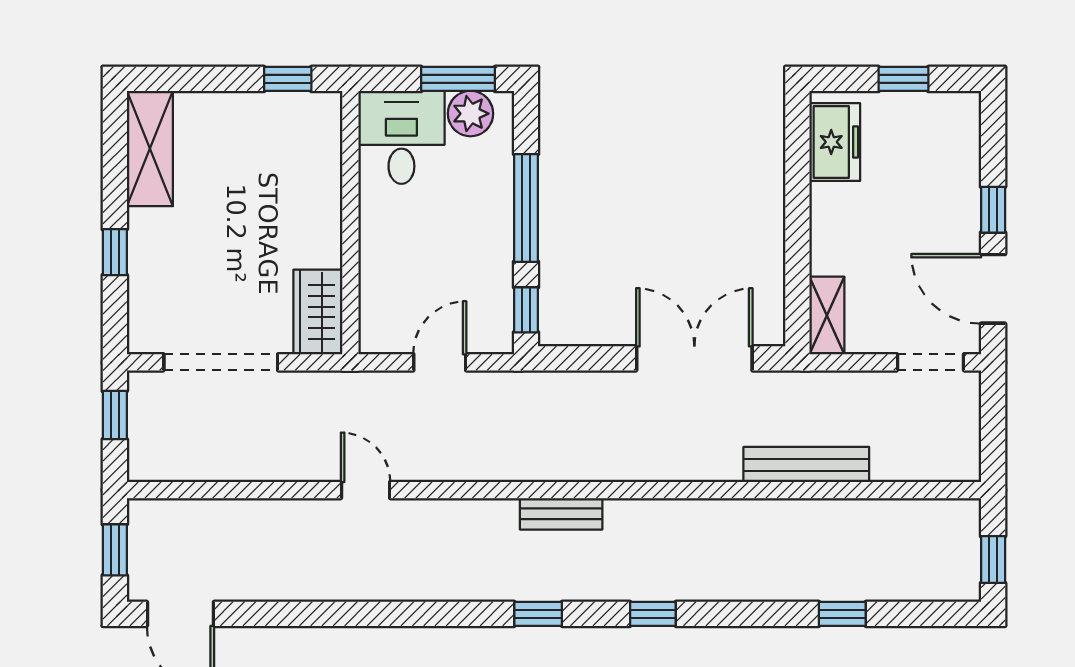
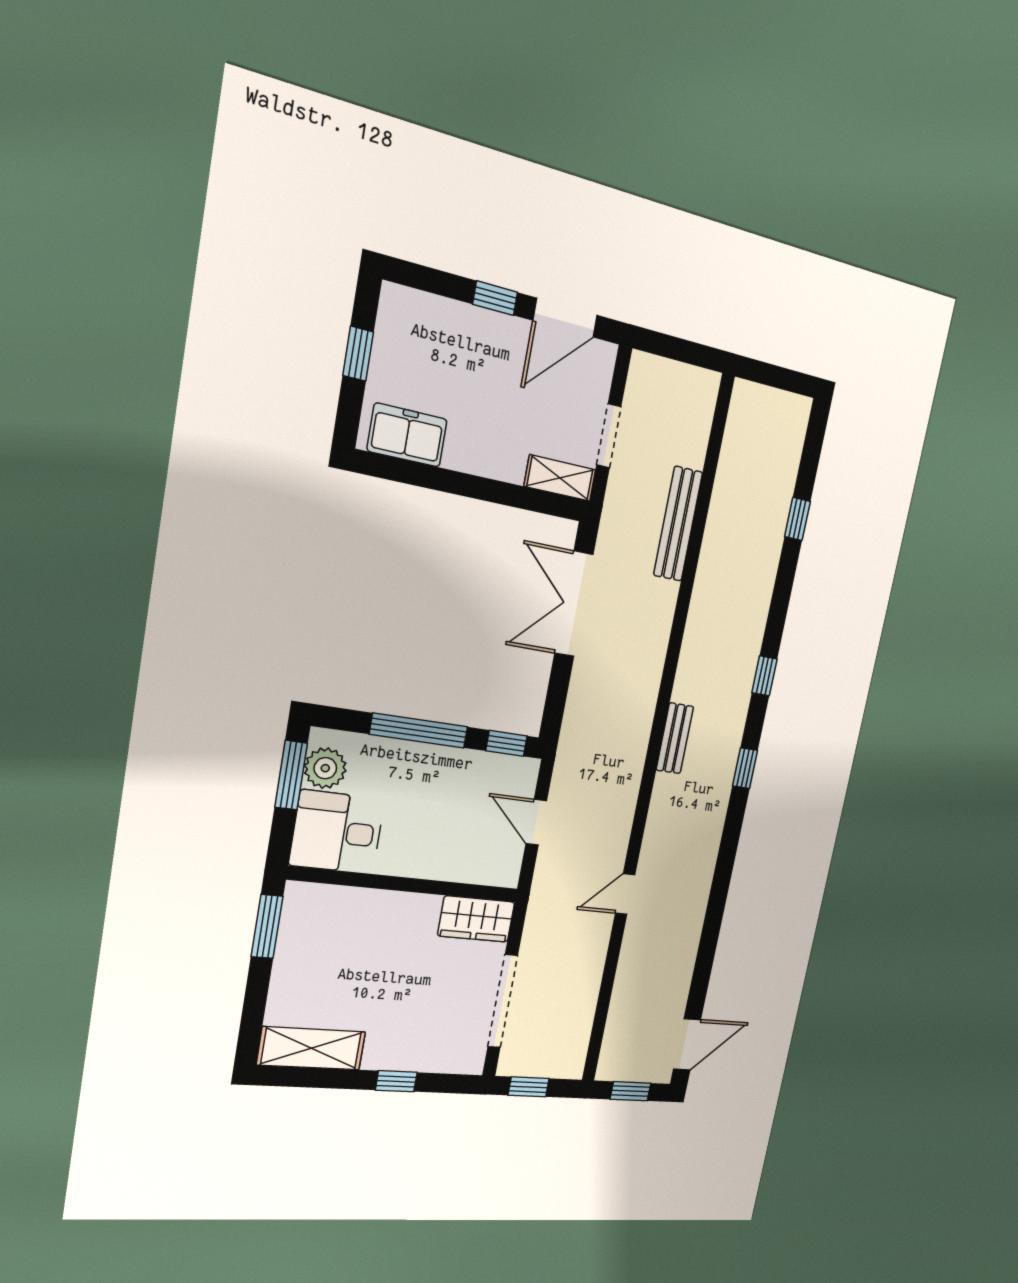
window: (288, 79) -> (267, 927), width x1.50
doorway: (930, 362) -> (609, 436), moved
window: (993, 560) -> (784, 379), removed

